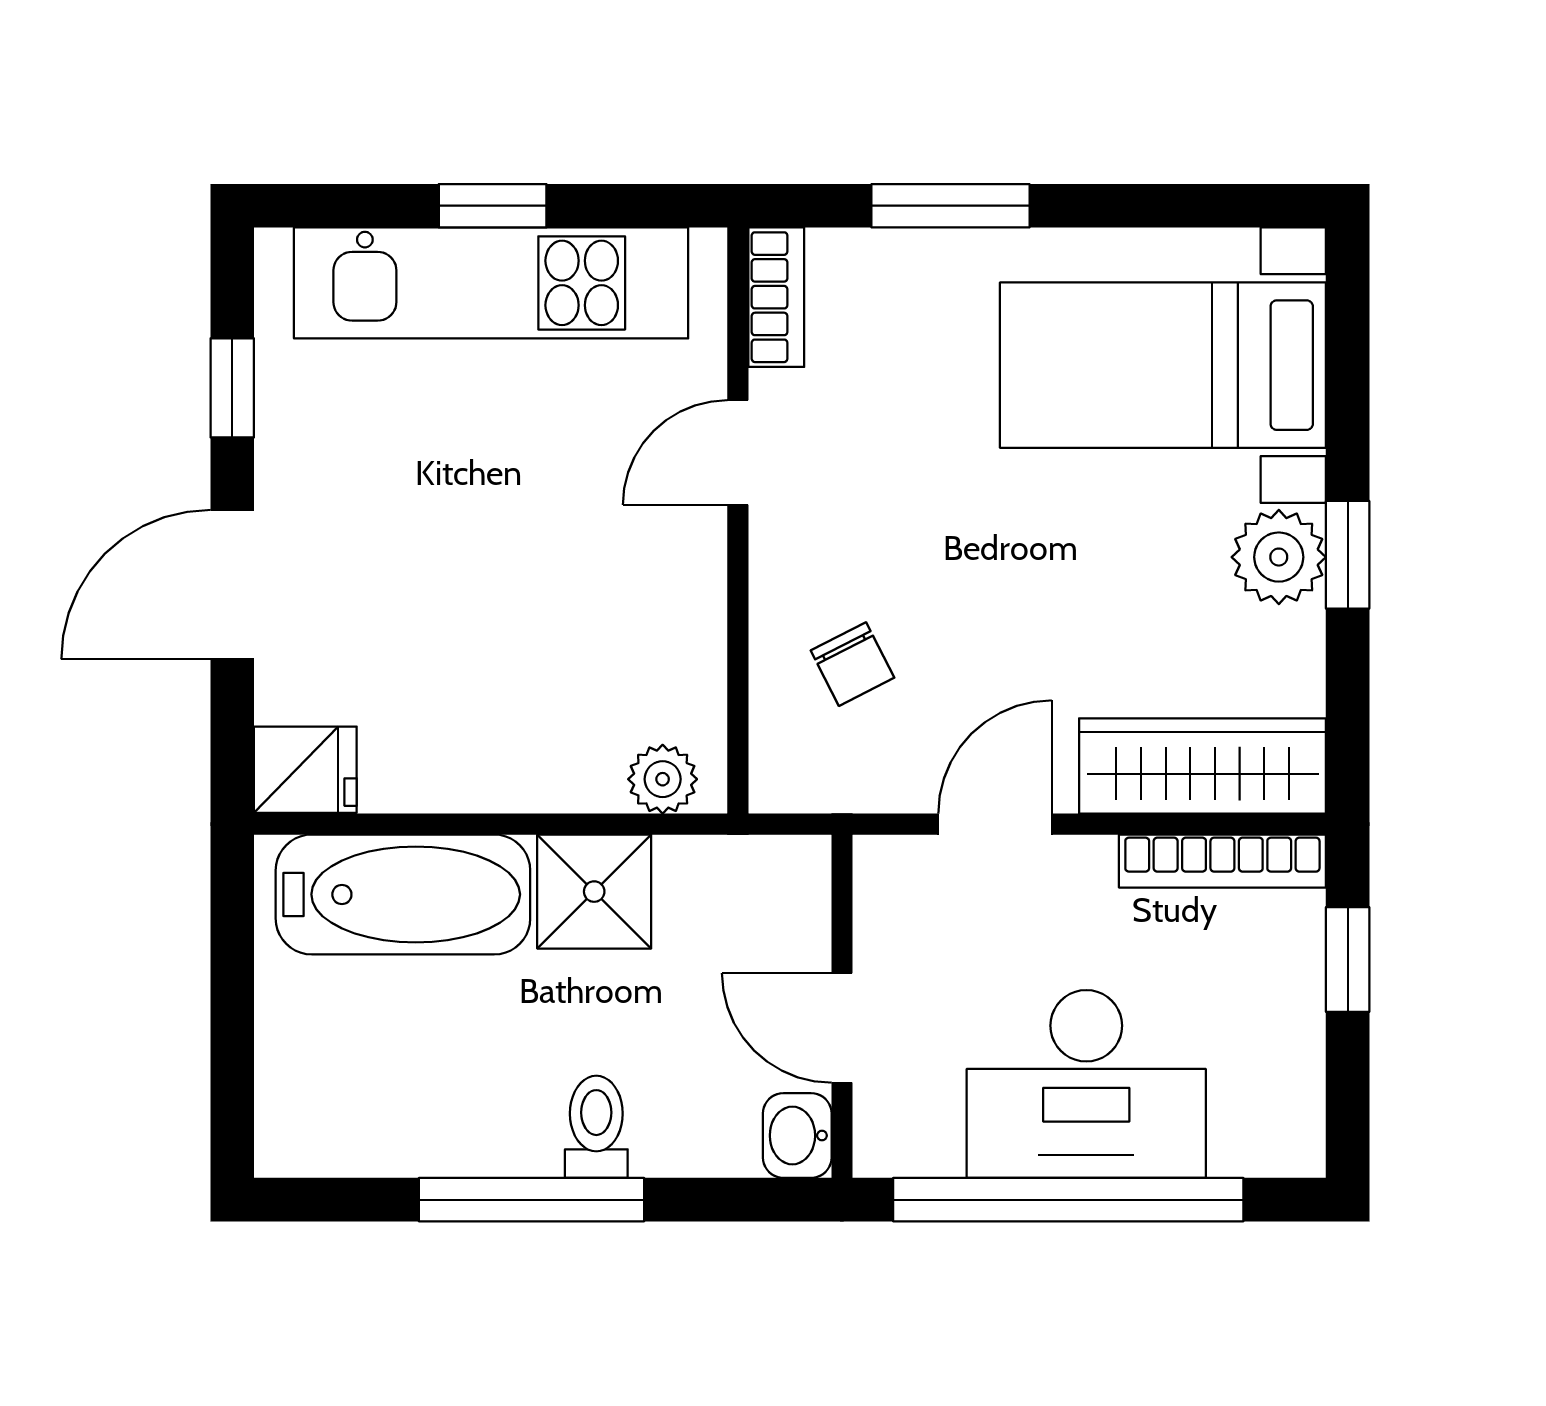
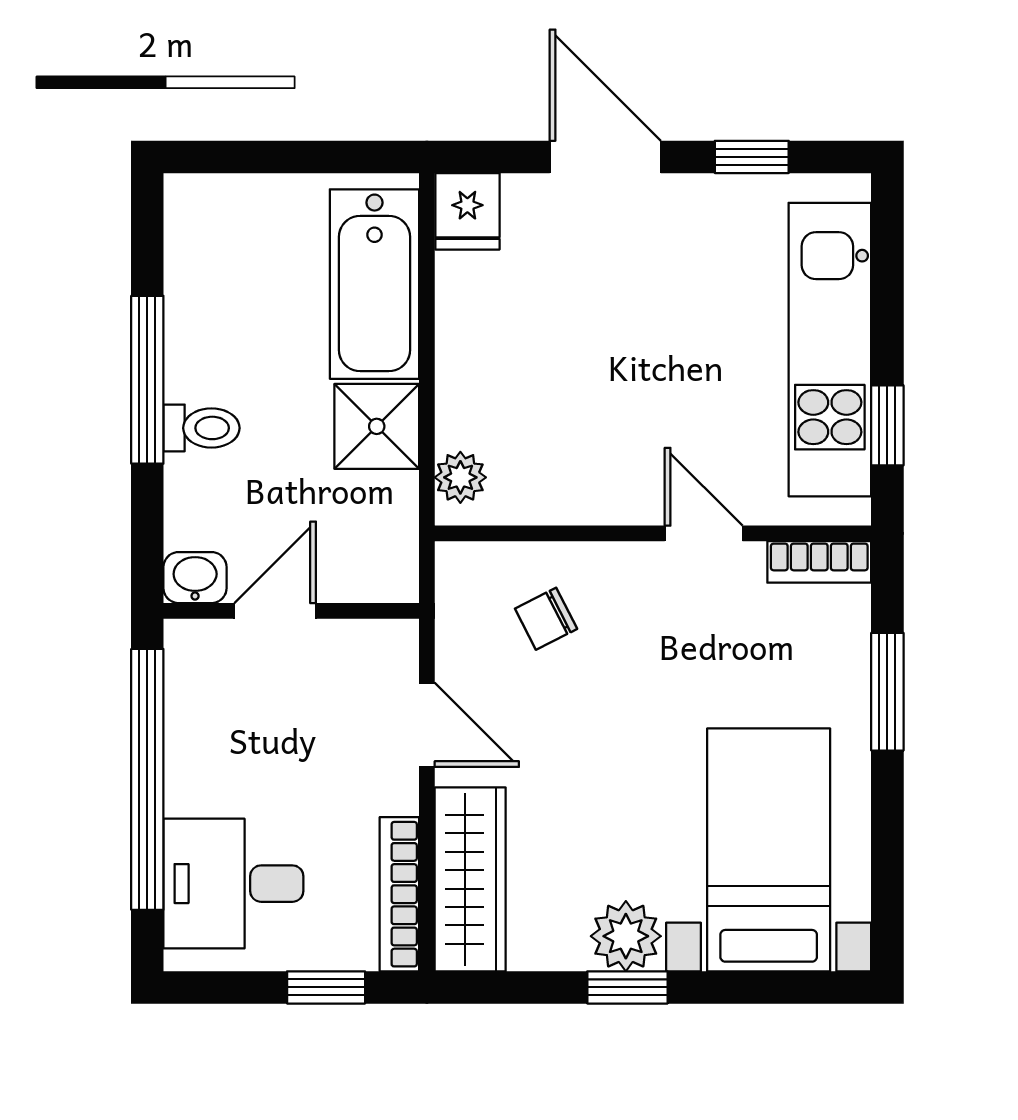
window: (493, 206) -> (887, 425), moved
desk: (1086, 1084) -> (233, 884), moved, width x0.73

